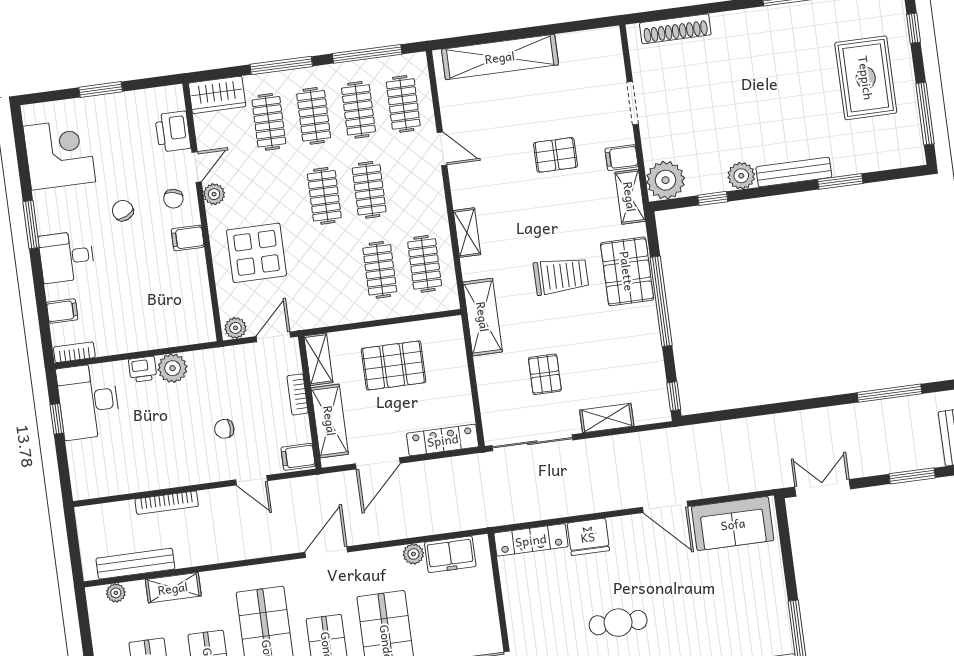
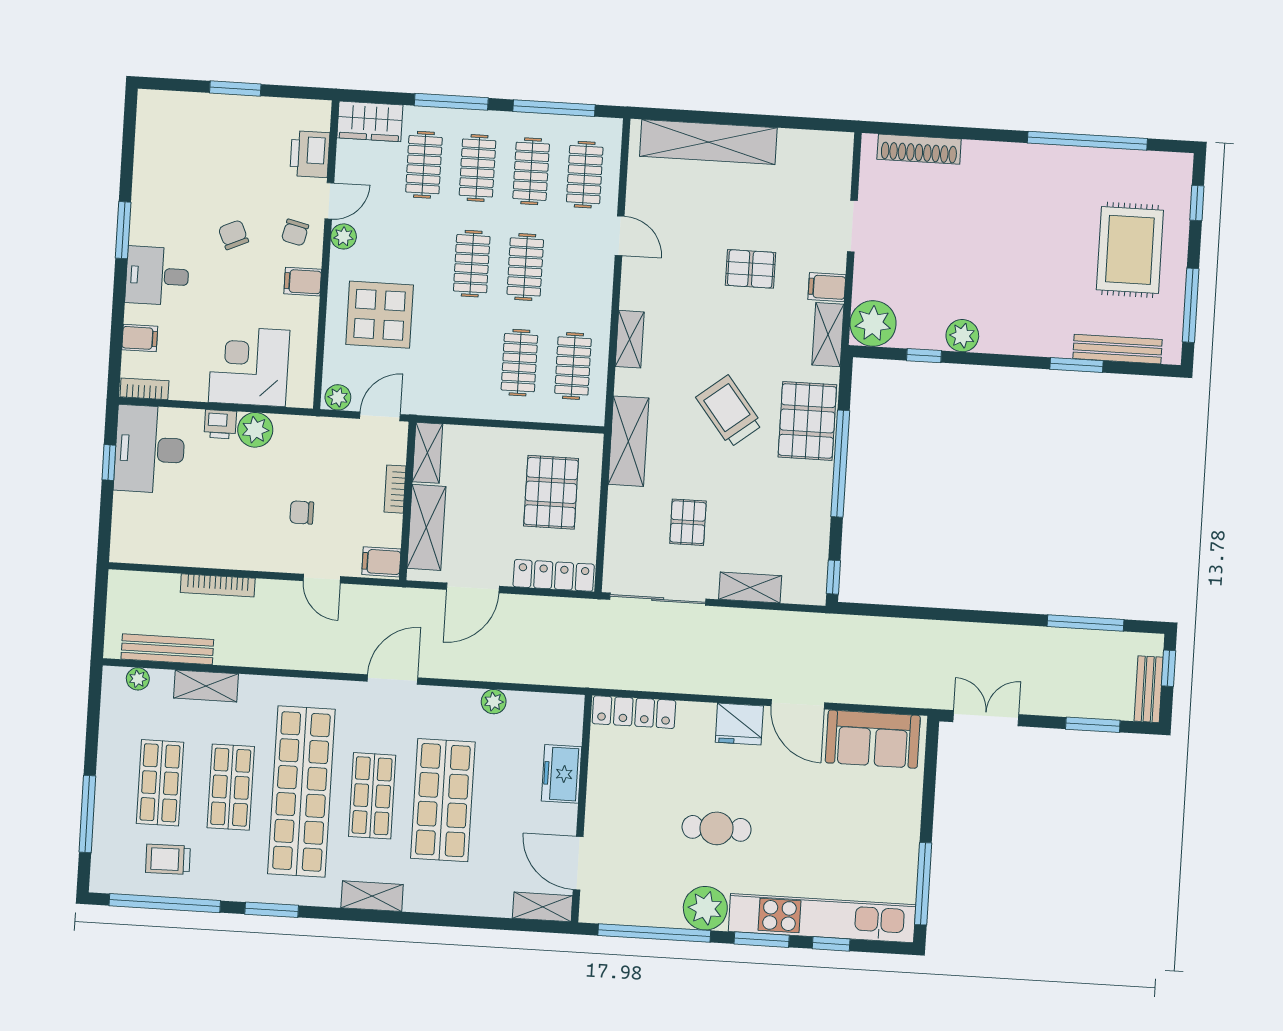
corner desk: (59, 154) -> (249, 366), moved, turned -90
bench: (794, 172) -> (1118, 349), moved
trolley: (561, 276) -> (729, 411), turned -128
pallet: (393, 365) -> (551, 492), moved, turned 90
fridge: (588, 537) -> (739, 724), moved
freezer: (450, 554) -> (562, 774), moved, turned 90

